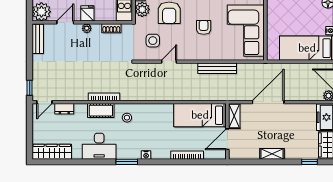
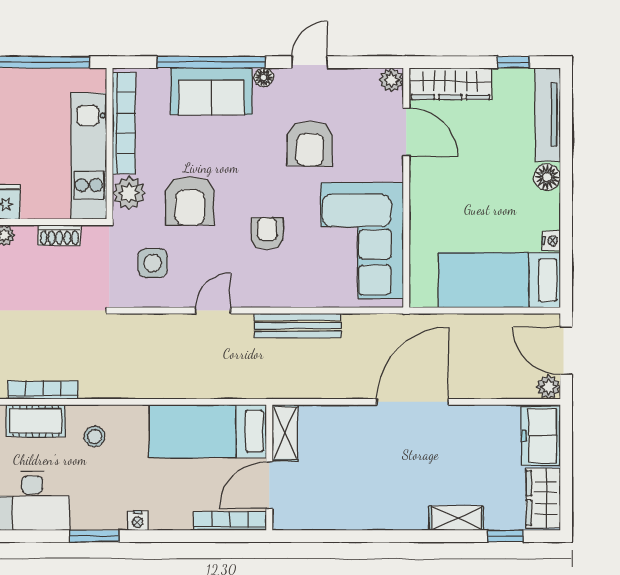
door: (169, 62) -> (213, 311), moved
bed: (200, 115) -> (208, 431), moved
shelving: (234, 116) -> (285, 433), moved
wall: (227, 131) -> (269, 468), moved
door: (227, 139) -> (269, 485), moved
shelving: (272, 154) -> (456, 518), moved

